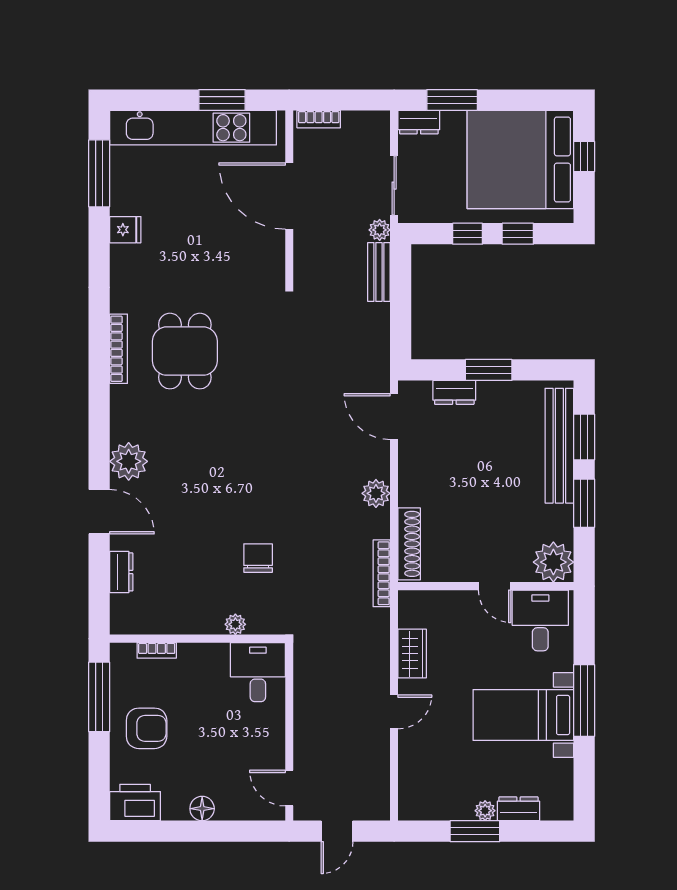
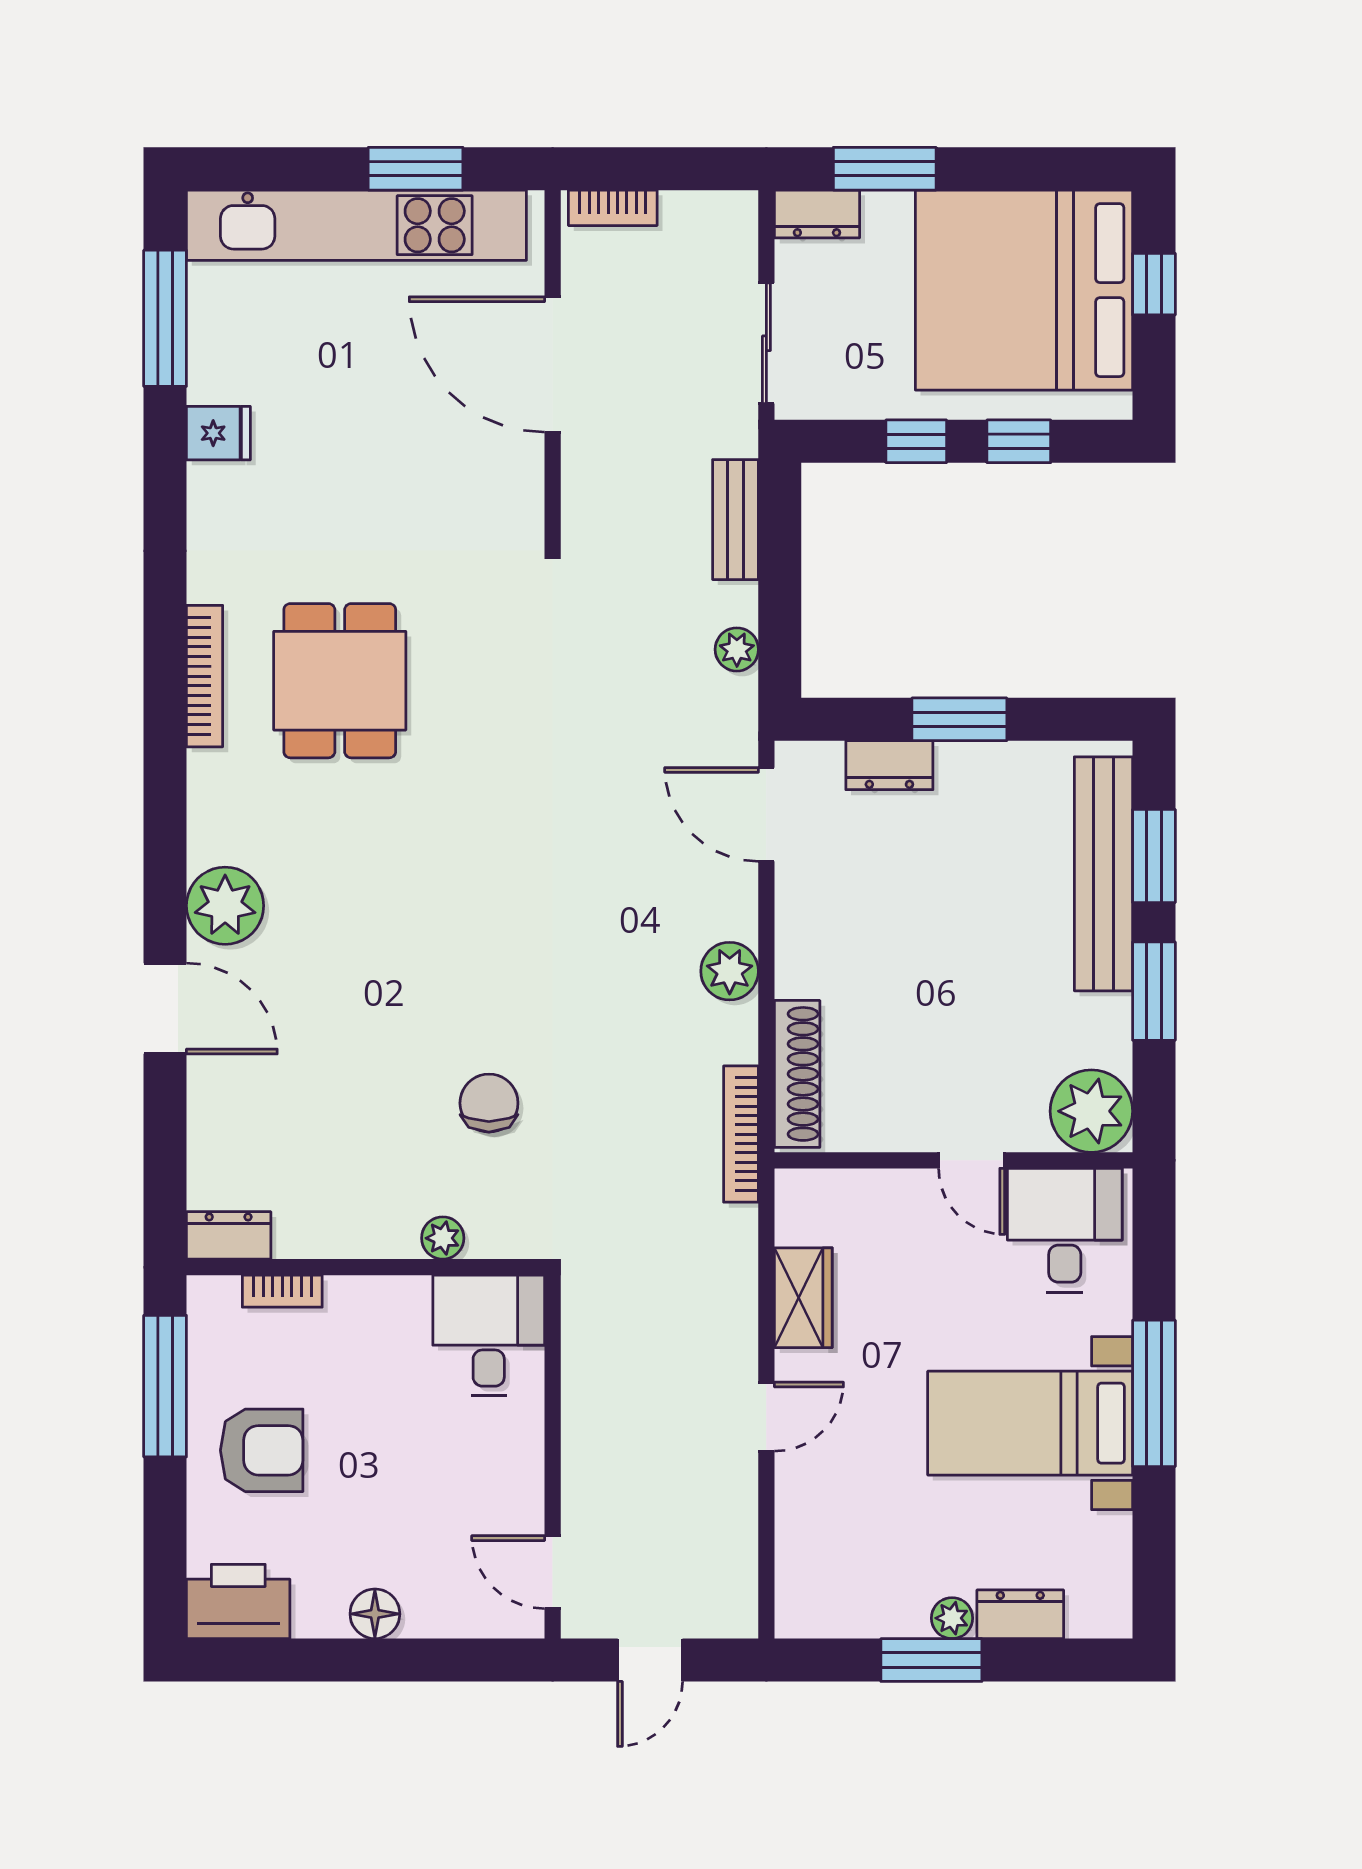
plant: (380, 230) -> (737, 649), moved
dresser: (121, 572) -> (229, 1235), moved, turned -90

